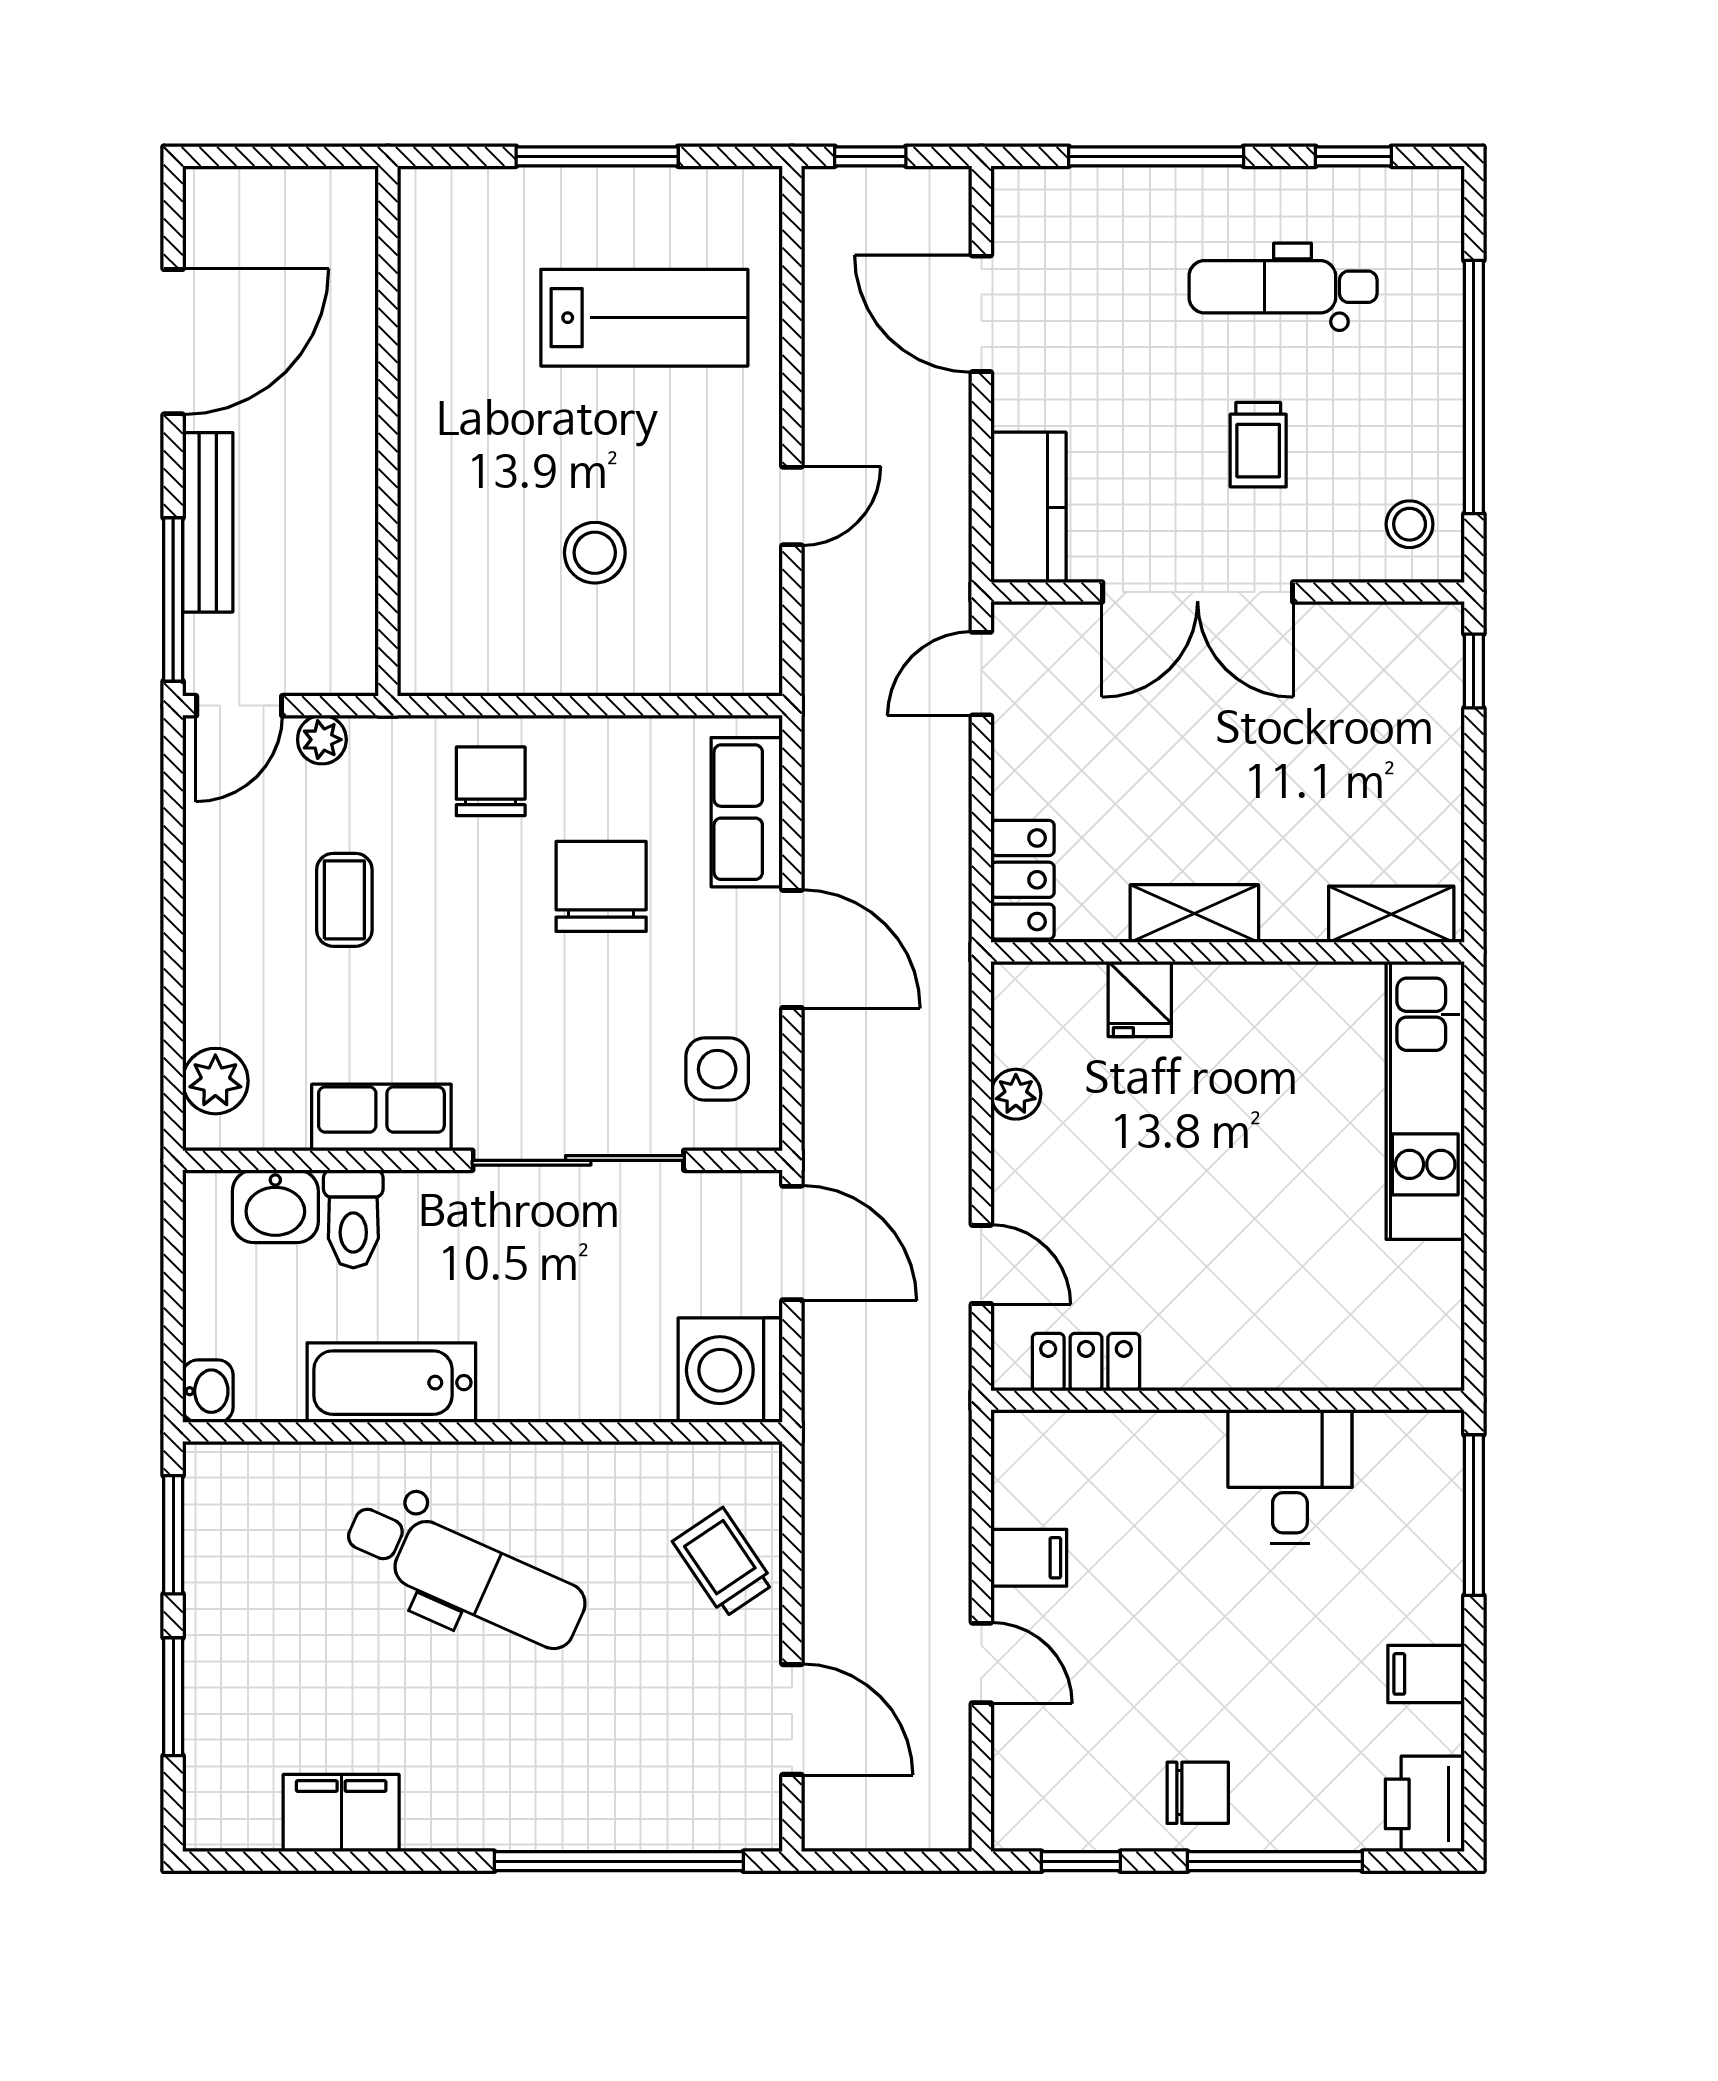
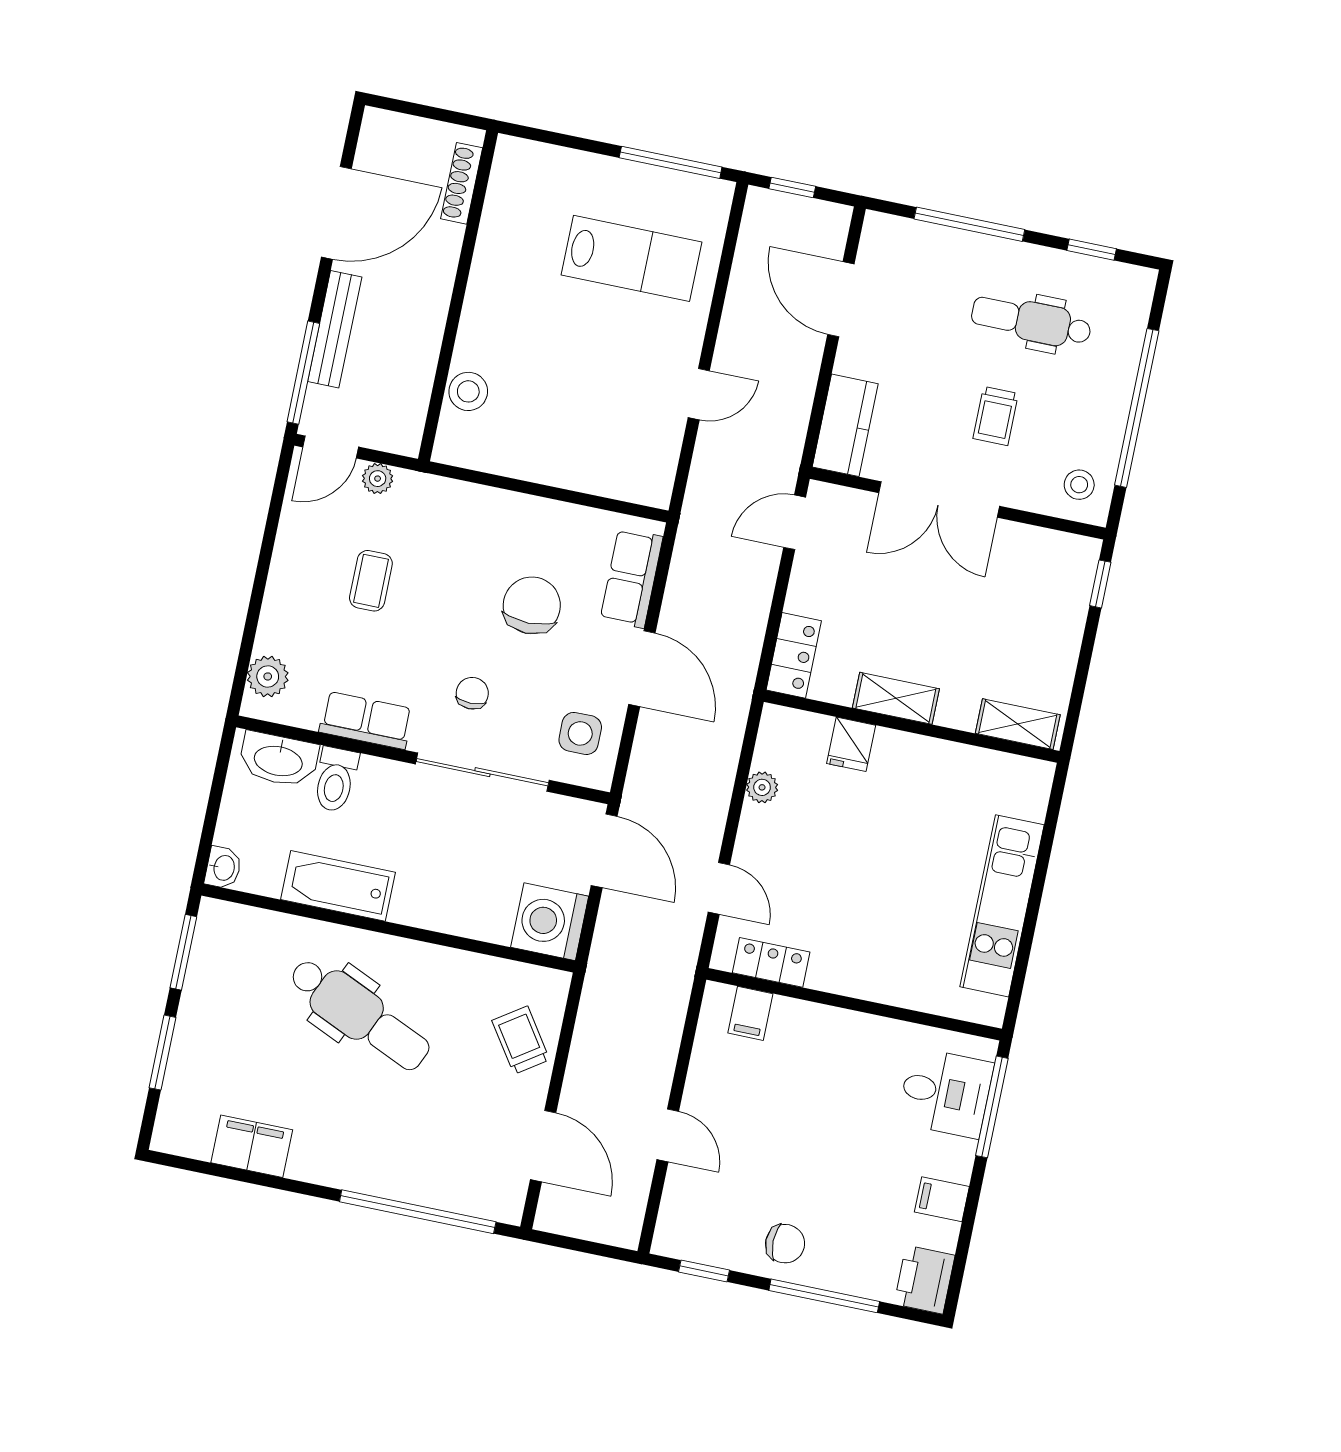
window: (597, 156) -> (671, 162), moved
shoe rack: (357, 256) -> (462, 183), added
stool: (595, 553) -> (468, 391), moved
chair: (491, 781) -> (472, 693), moved, width x0.73, depth x0.73
kitchen unit: (1425, 1100) -> (1002, 906), moved
washbasin: (275, 1206) -> (279, 760), width x1.38
desk: (1290, 1477) -> (945, 1093), moved, turned 90
filing cabinet: (1029, 1558) -> (750, 1013), moved, turned 90

